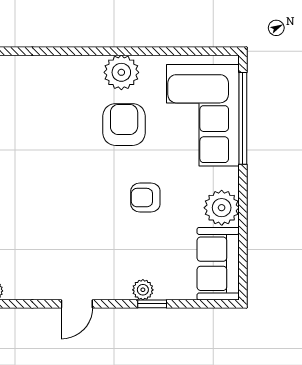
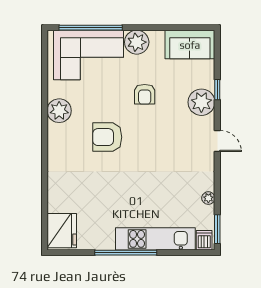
armchair: (124, 125) -> (107, 137), moved
plant: (222, 208) -> (137, 42), moved
plant: (143, 290) -> (201, 102), width x1.87, depth x1.87

